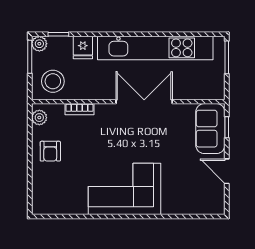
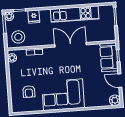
kitchen unit: (155, 48) -> (75, 14), width x0.73
armchair: (50, 151) -> (29, 92), moved
plant: (215, 205) -> (115, 100), added

